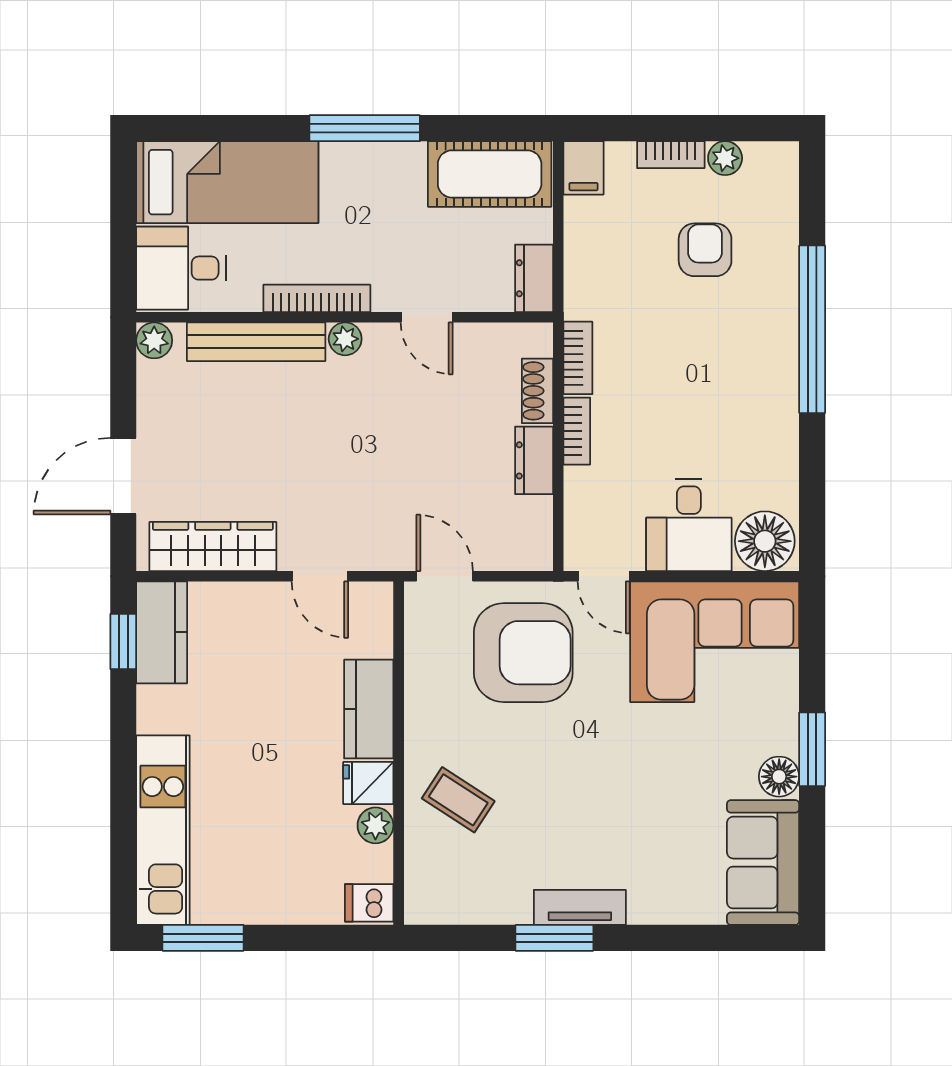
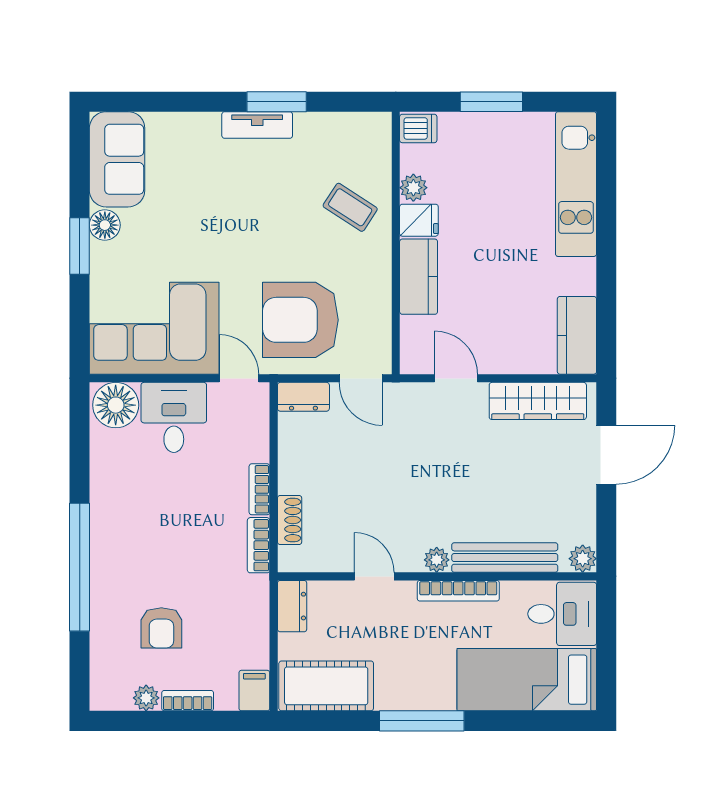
dresser: (534, 460) -> (303, 397), moved, turned 90
window: (123, 642) -> (606, 328), removed
window: (203, 938) -> (491, 102), moved

